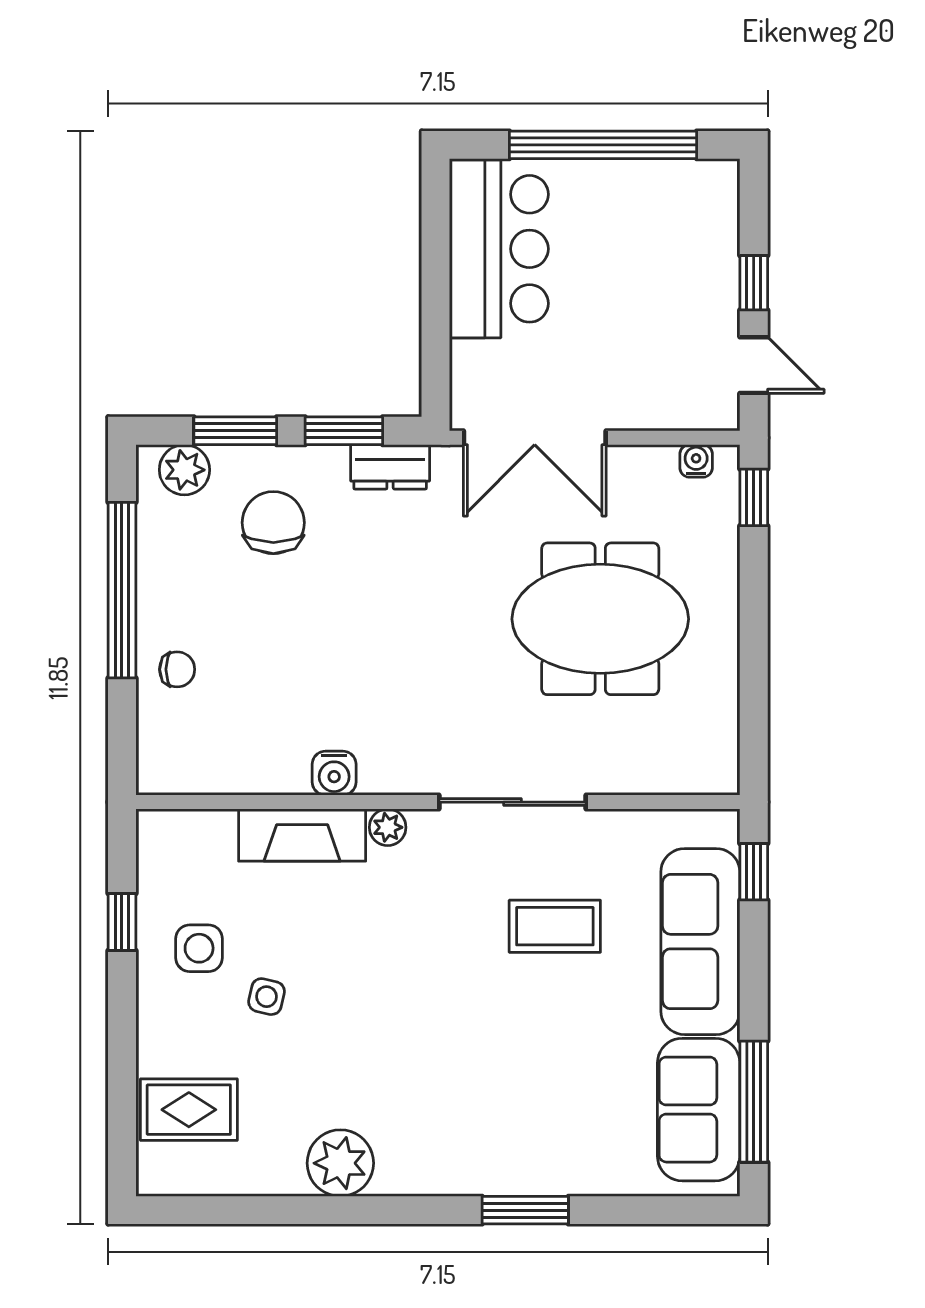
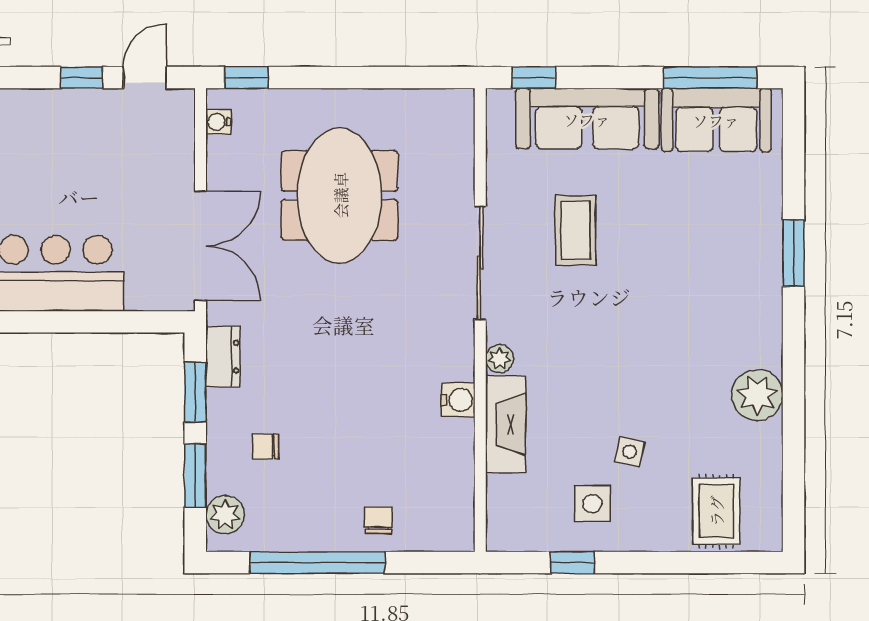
chair: (273, 523) -> (266, 446), width x0.54, depth x0.54

